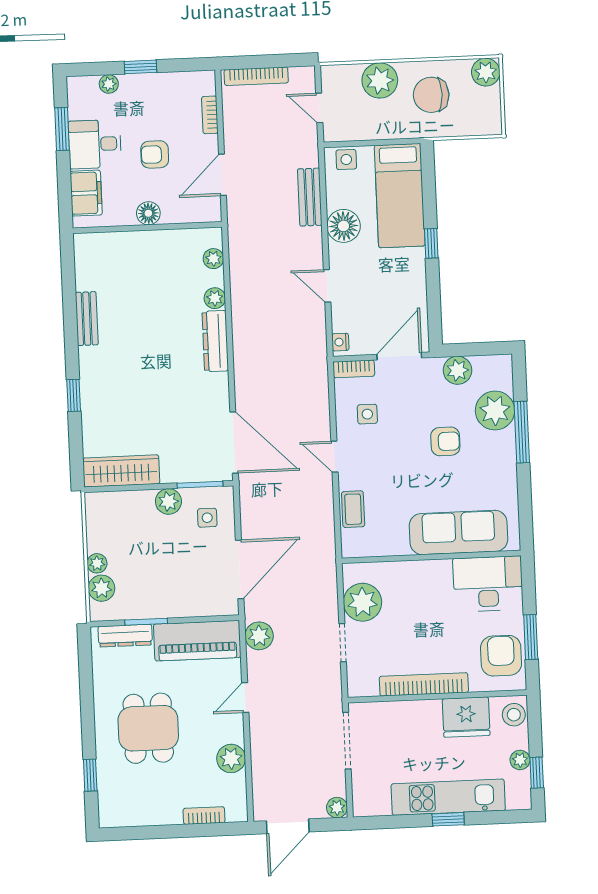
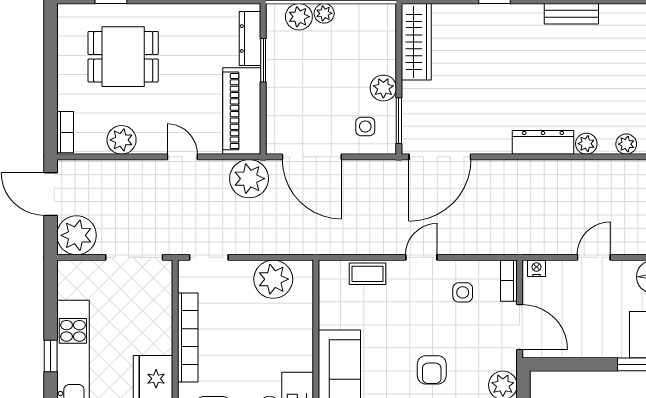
plant: (259, 636) -> (249, 179), width x1.36, depth x1.36
doorway: (343, 643) -> (209, 257), moved
dining table: (148, 728) -> (123, 57), moved
plant: (337, 808) -> (77, 235), width x1.87, depth x1.87
bookcase: (204, 816) -> (65, 132), moved

